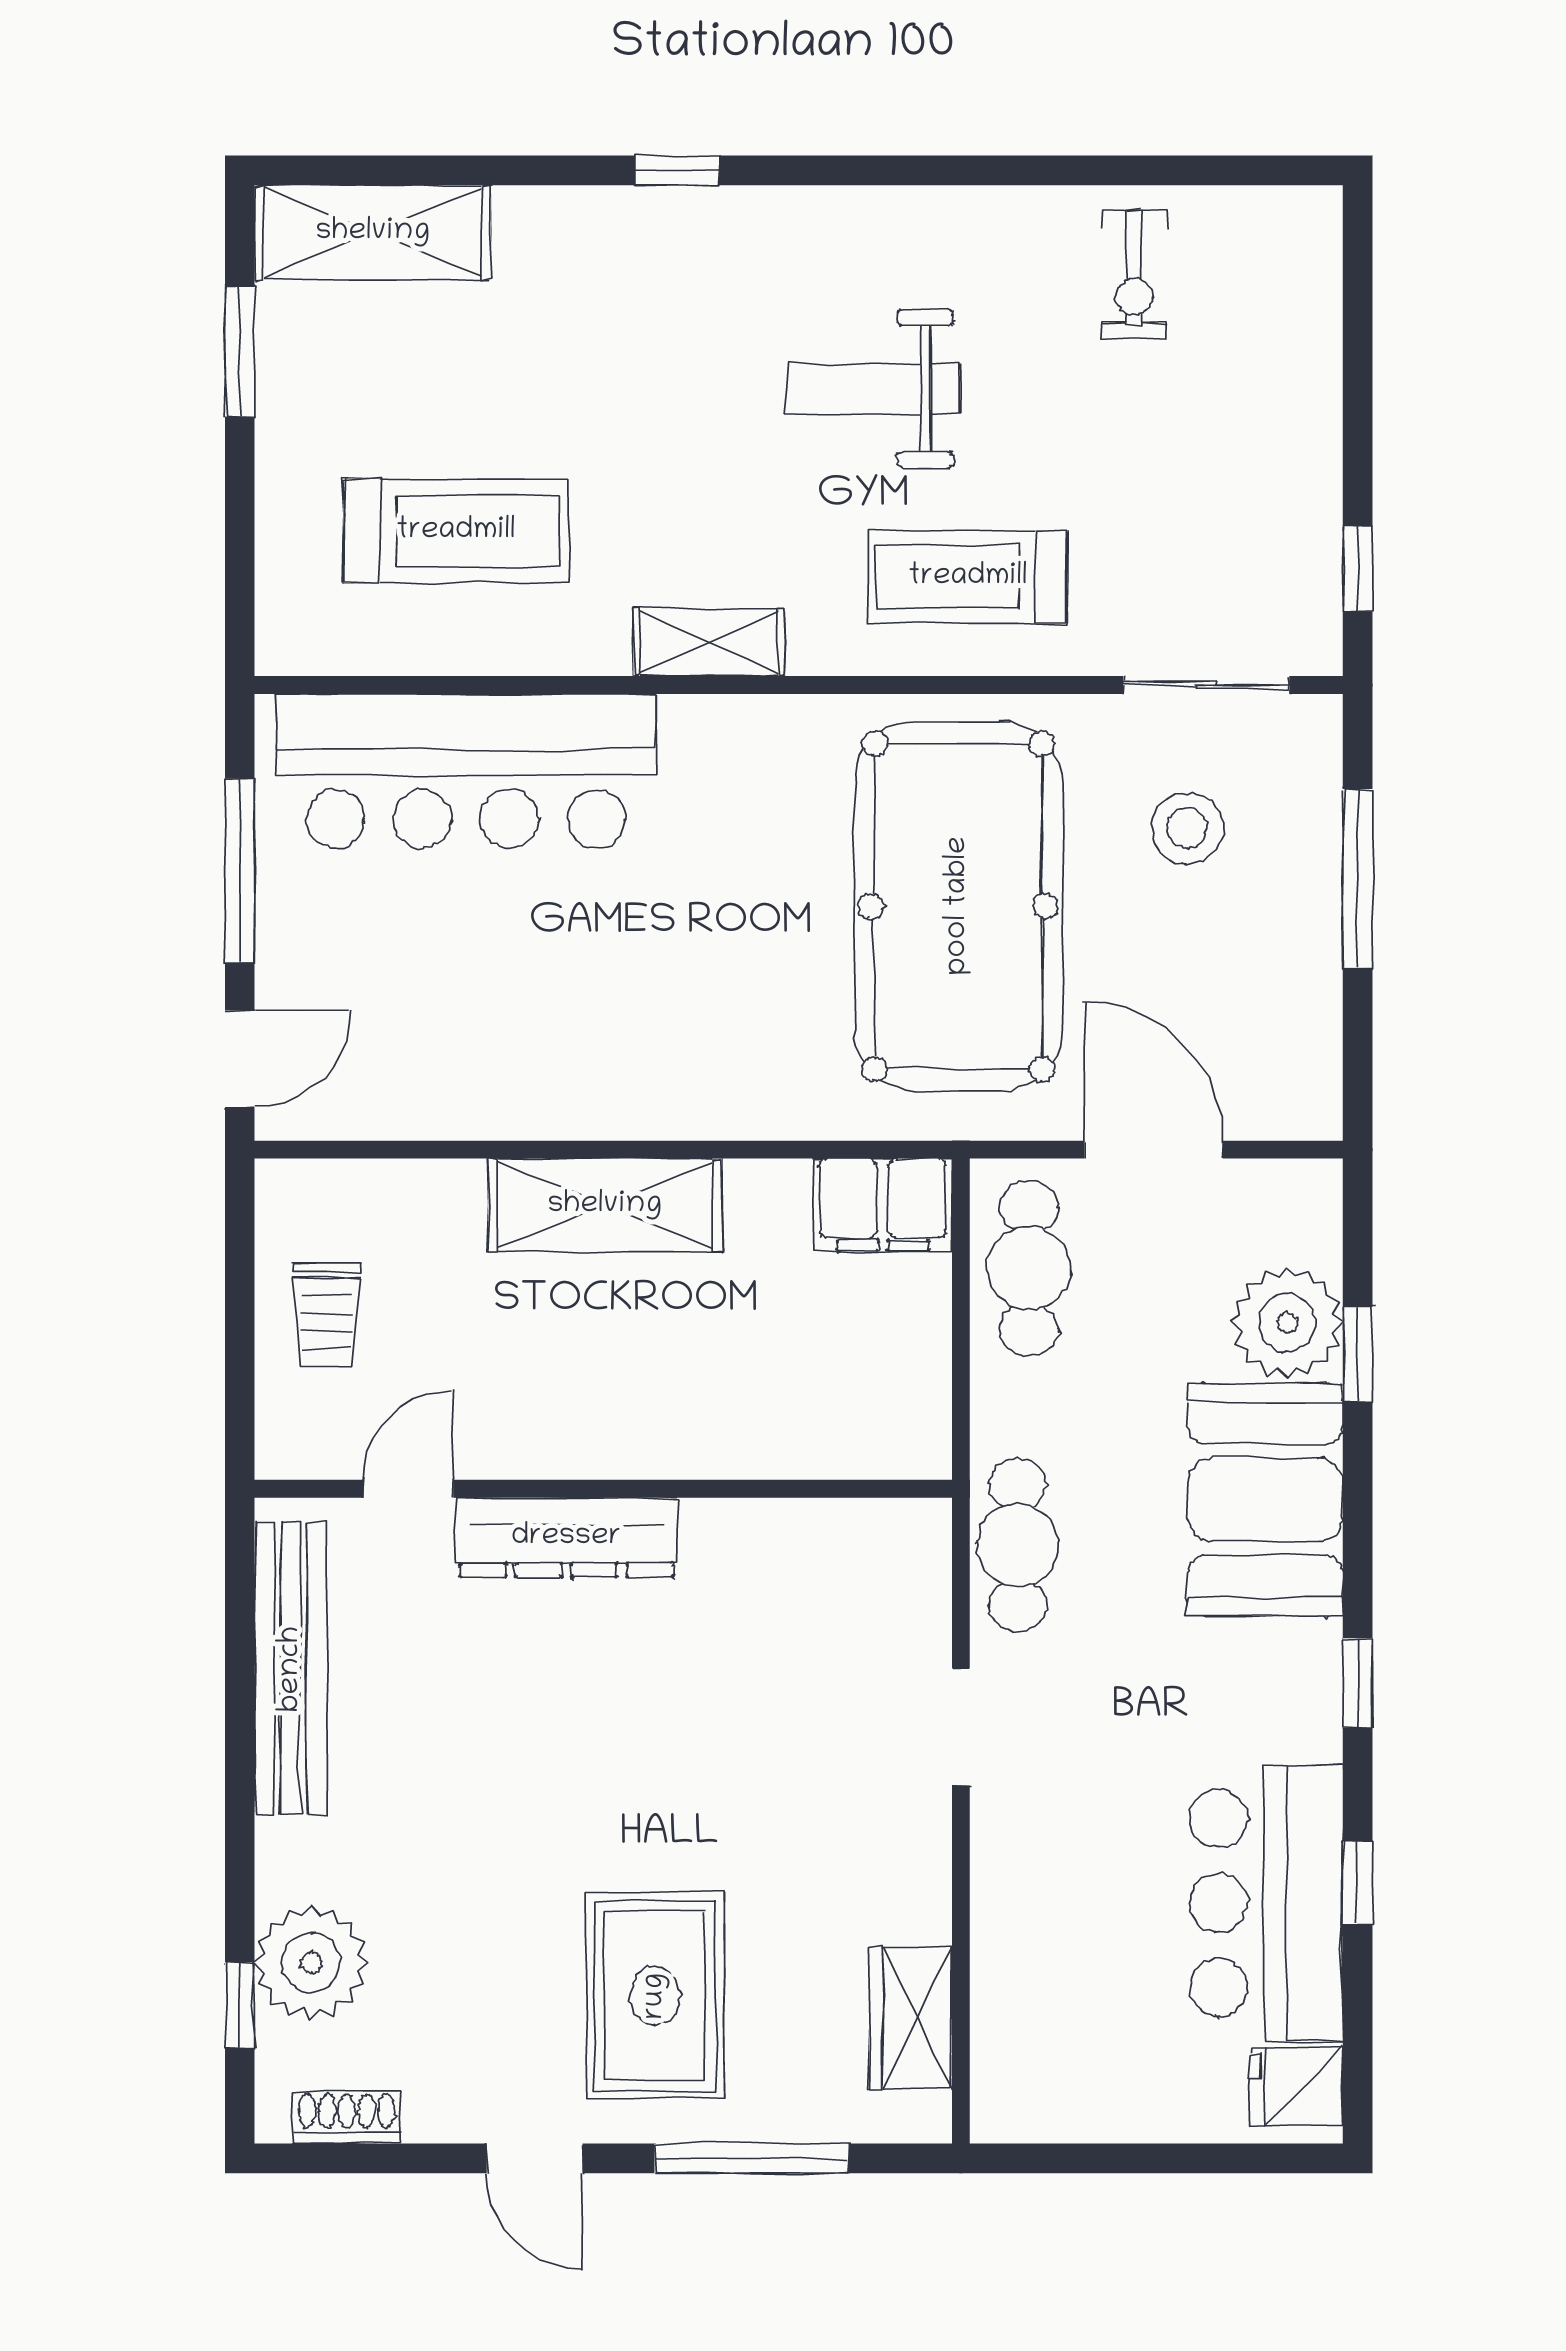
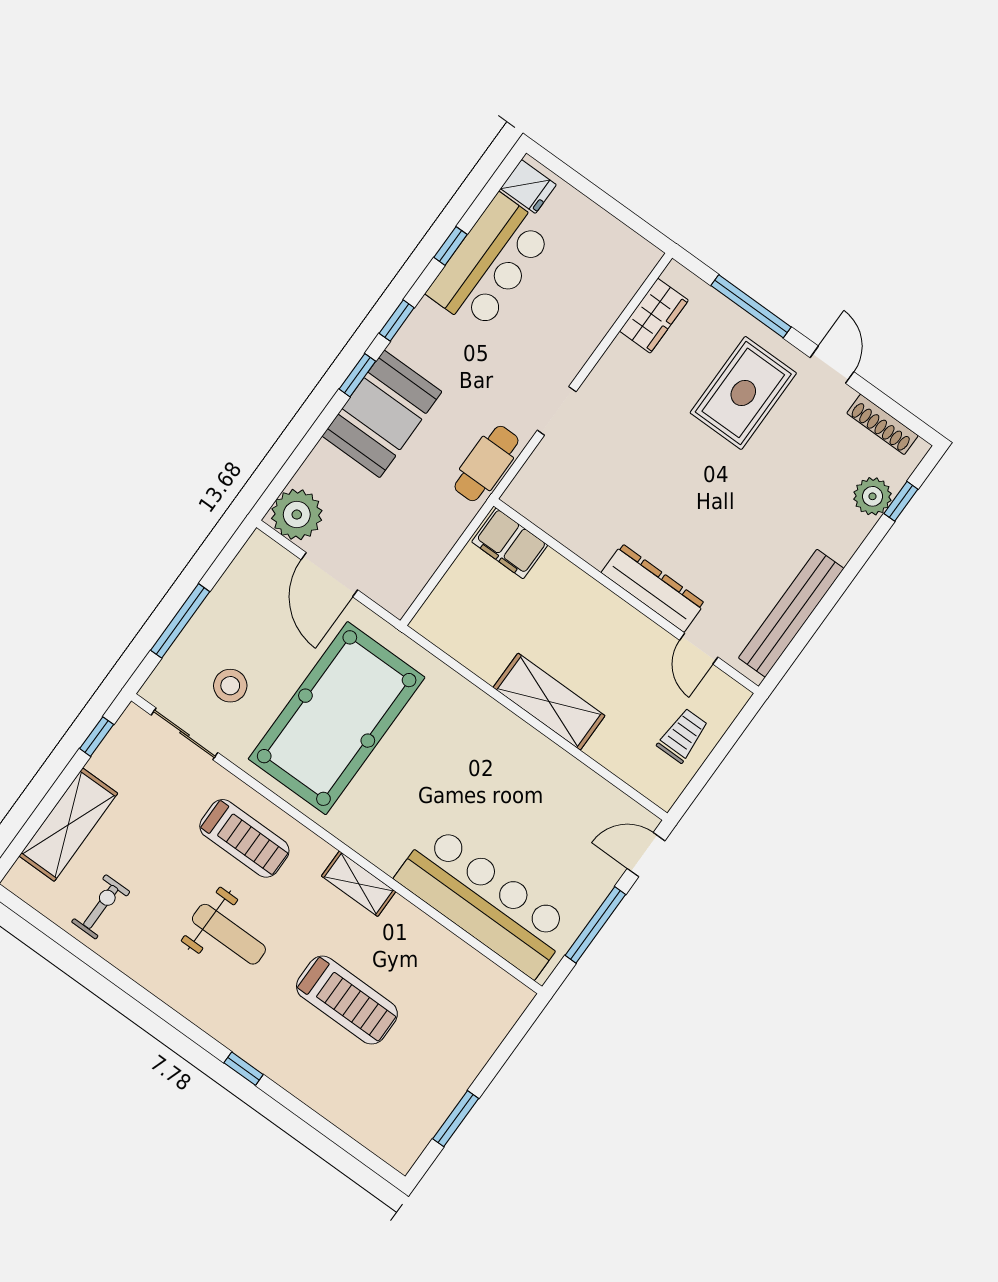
shelving: (373, 232) -> (68, 825), moved, turned 90
treadmill: (456, 531) -> (347, 1000), moved, turned 180
filing cabinet: (883, 1205) -> (510, 543), moved, turned 180
cafe table: (1029, 1268) -> (408, 564), removed
plant: (1287, 1322) -> (297, 515), moved
window: (1358, 1354) -> (357, 375), moved
door: (409, 1489) -> (699, 649), hinge flipped
plant: (311, 1963) -> (872, 496), width x0.73, depth x0.73
shoe rack: (347, 2117) -> (882, 424), width x1.43

